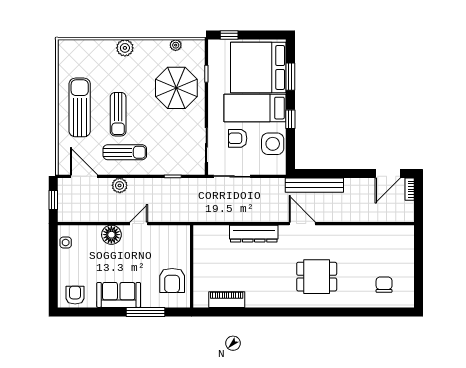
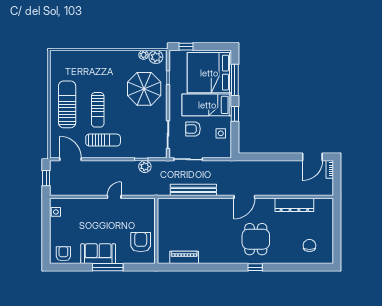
plant: (125, 48) -> (156, 57), moved
window: (290, 77) -> (235, 80), width x1.44
side table: (273, 144) -> (221, 133), width x0.54, depth x0.54
plant: (120, 185) -> (145, 167), moved
bench: (314, 185) -> (193, 190), moved
door: (302, 224) -> (244, 197), swing flipped
dresser: (254, 234) -> (294, 205), moved
floor lamp: (111, 235) -> (92, 206), removed
dining table: (317, 277) -> (256, 239), turned 90
armchair: (172, 280) -> (141, 242), turned 180
window: (145, 312) -> (108, 267), moved
window: (316, 312) -> (255, 267), added

